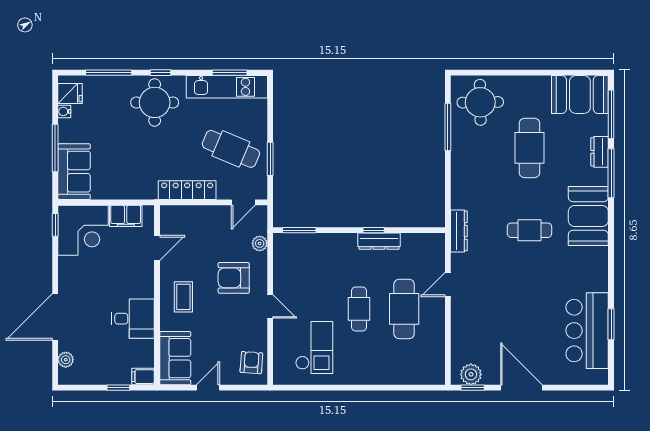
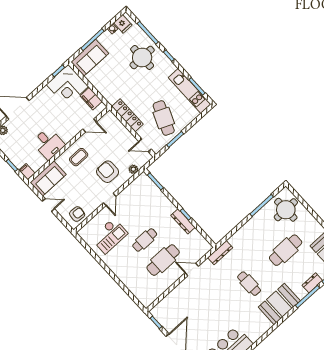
round table: (155, 102) -> (142, 57), moved
plant: (471, 374) -> (161, 316), removed

